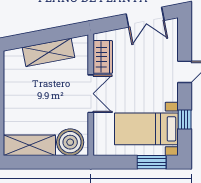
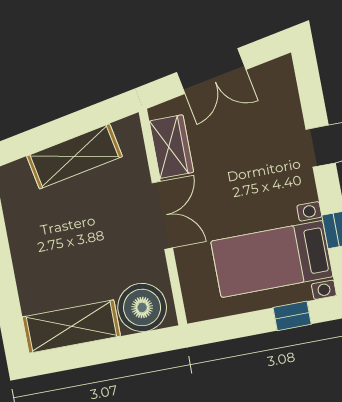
double door: (145, 17) -> (211, 71), moved
window: (152, 162) -> (292, 316), width x0.67

